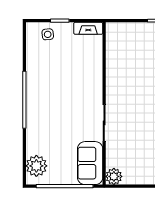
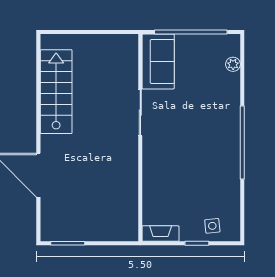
plant: (36, 166) -> (233, 64), width x0.53, depth x0.53
plant: (114, 176) -> (128, 44), removed

